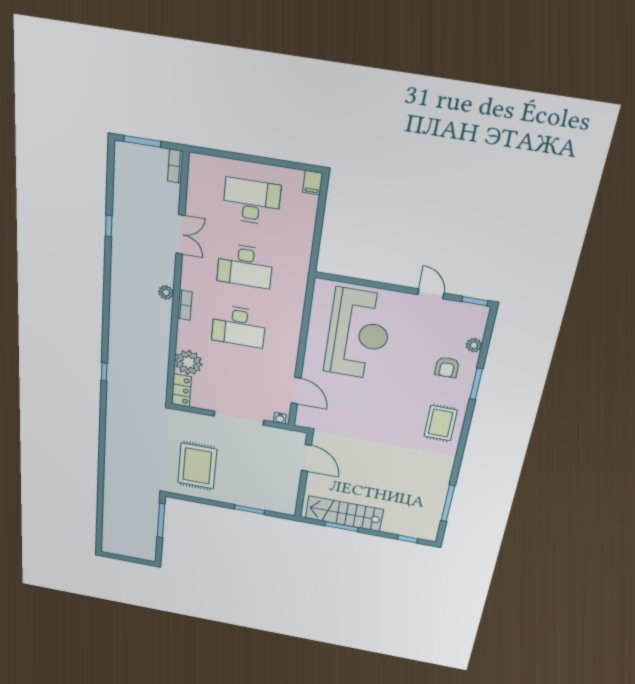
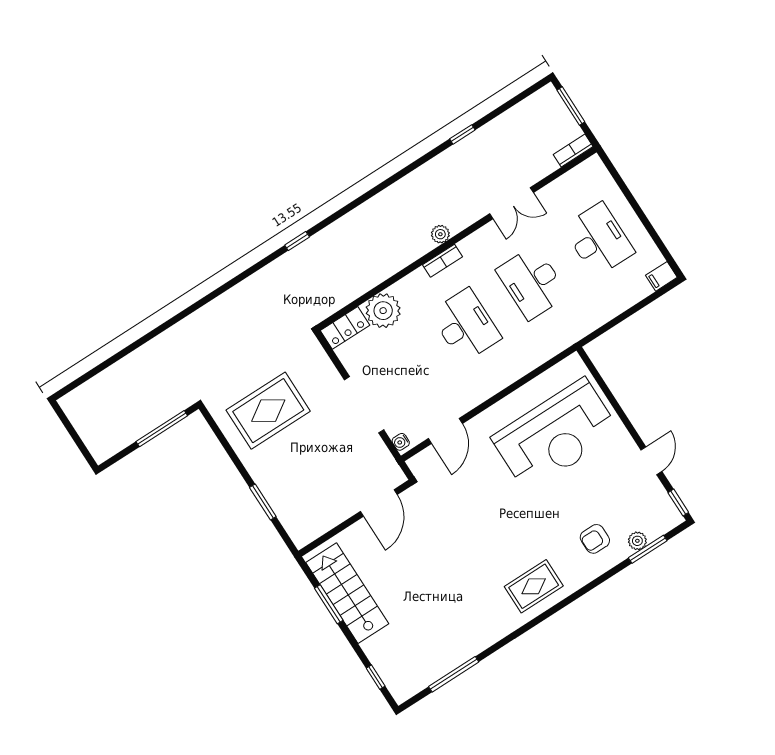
desk: (239, 326) -> (466, 325), turned 180
window: (476, 384) -> (648, 549), moved

